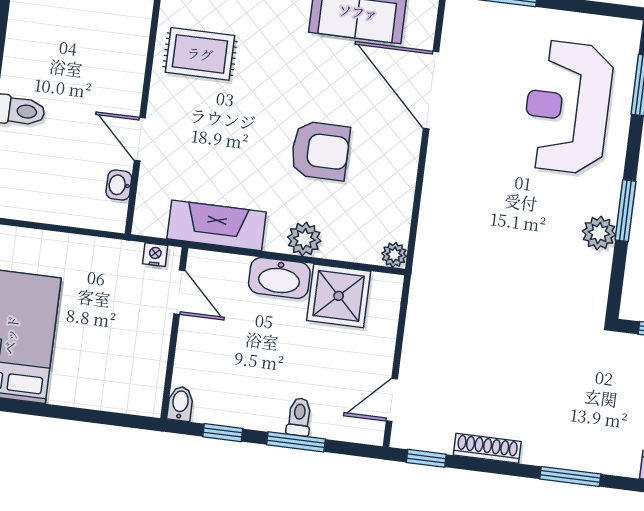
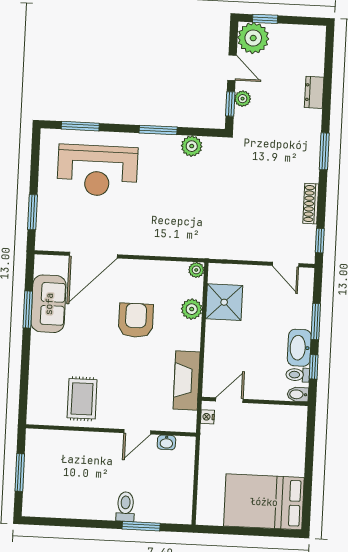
plant: (599, 233) -> (192, 146), moved
plant: (304, 239) -> (192, 309), moved
washbasin: (279, 278) -> (299, 348), moved, turned 180
toilet: (299, 417) -> (298, 375), moved

